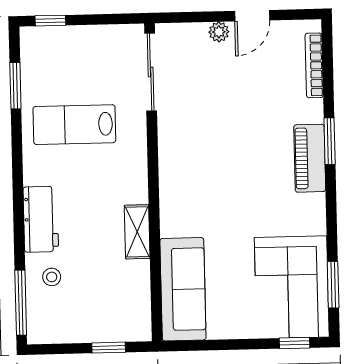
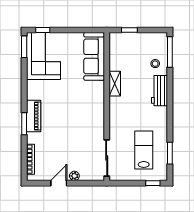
lab bench: (74, 125) -> (144, 150), moved, turned -90
window: (333, 285) -> (24, 47), moved

